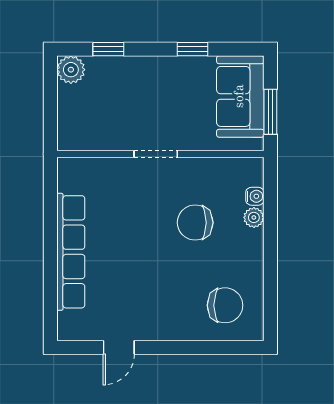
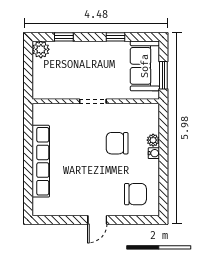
water cooler: (255, 196) -> (154, 153), moved
door: (119, 347) -> (97, 220), moved

